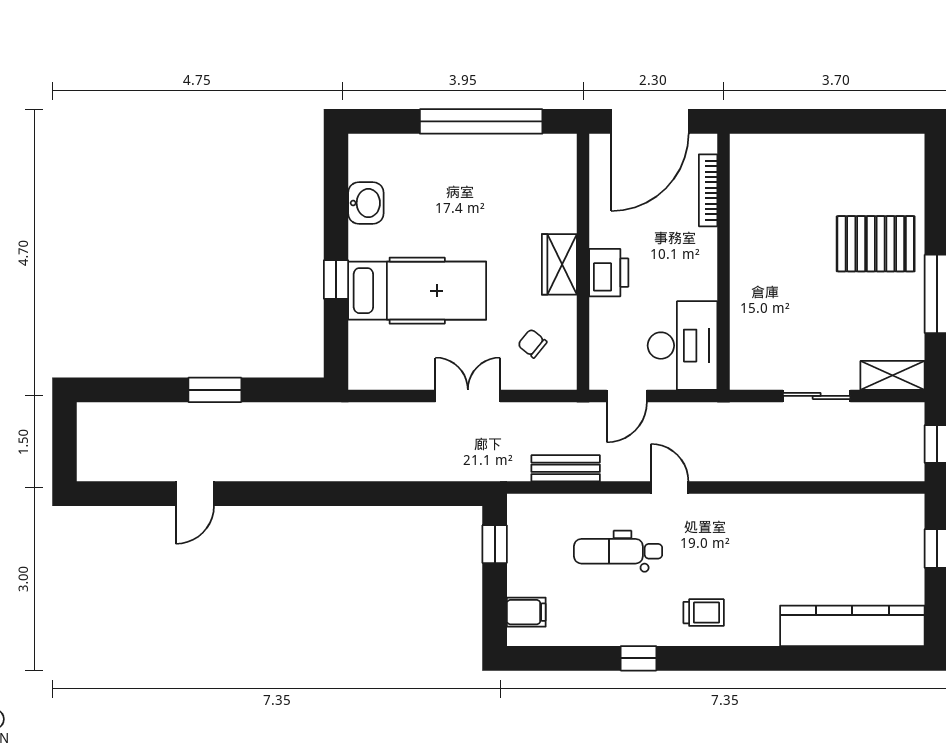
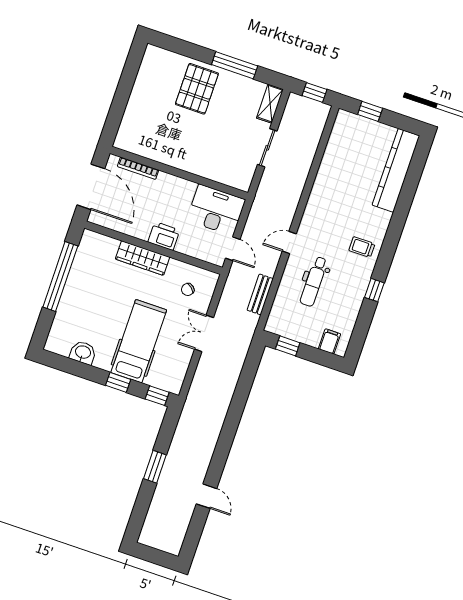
wardrobe: (559, 264) -> (143, 258), width x1.50
window: (336, 353) -> (157, 396), added
trolley: (704, 613) -> (362, 247), turned -90

